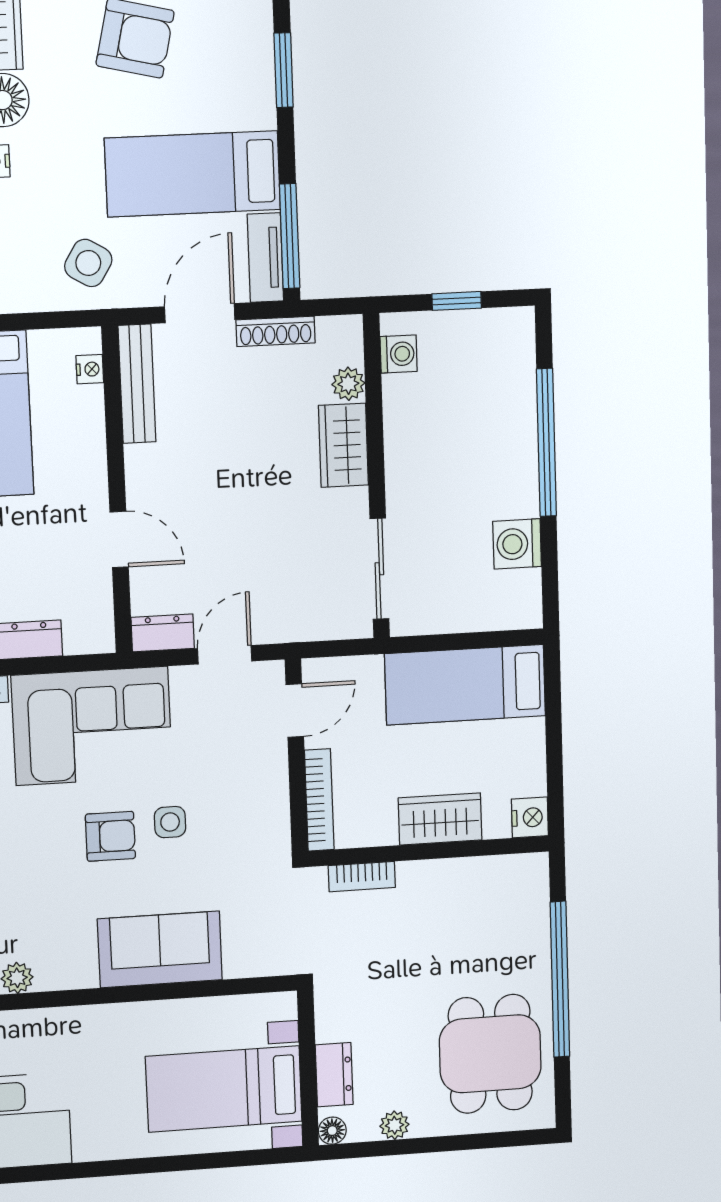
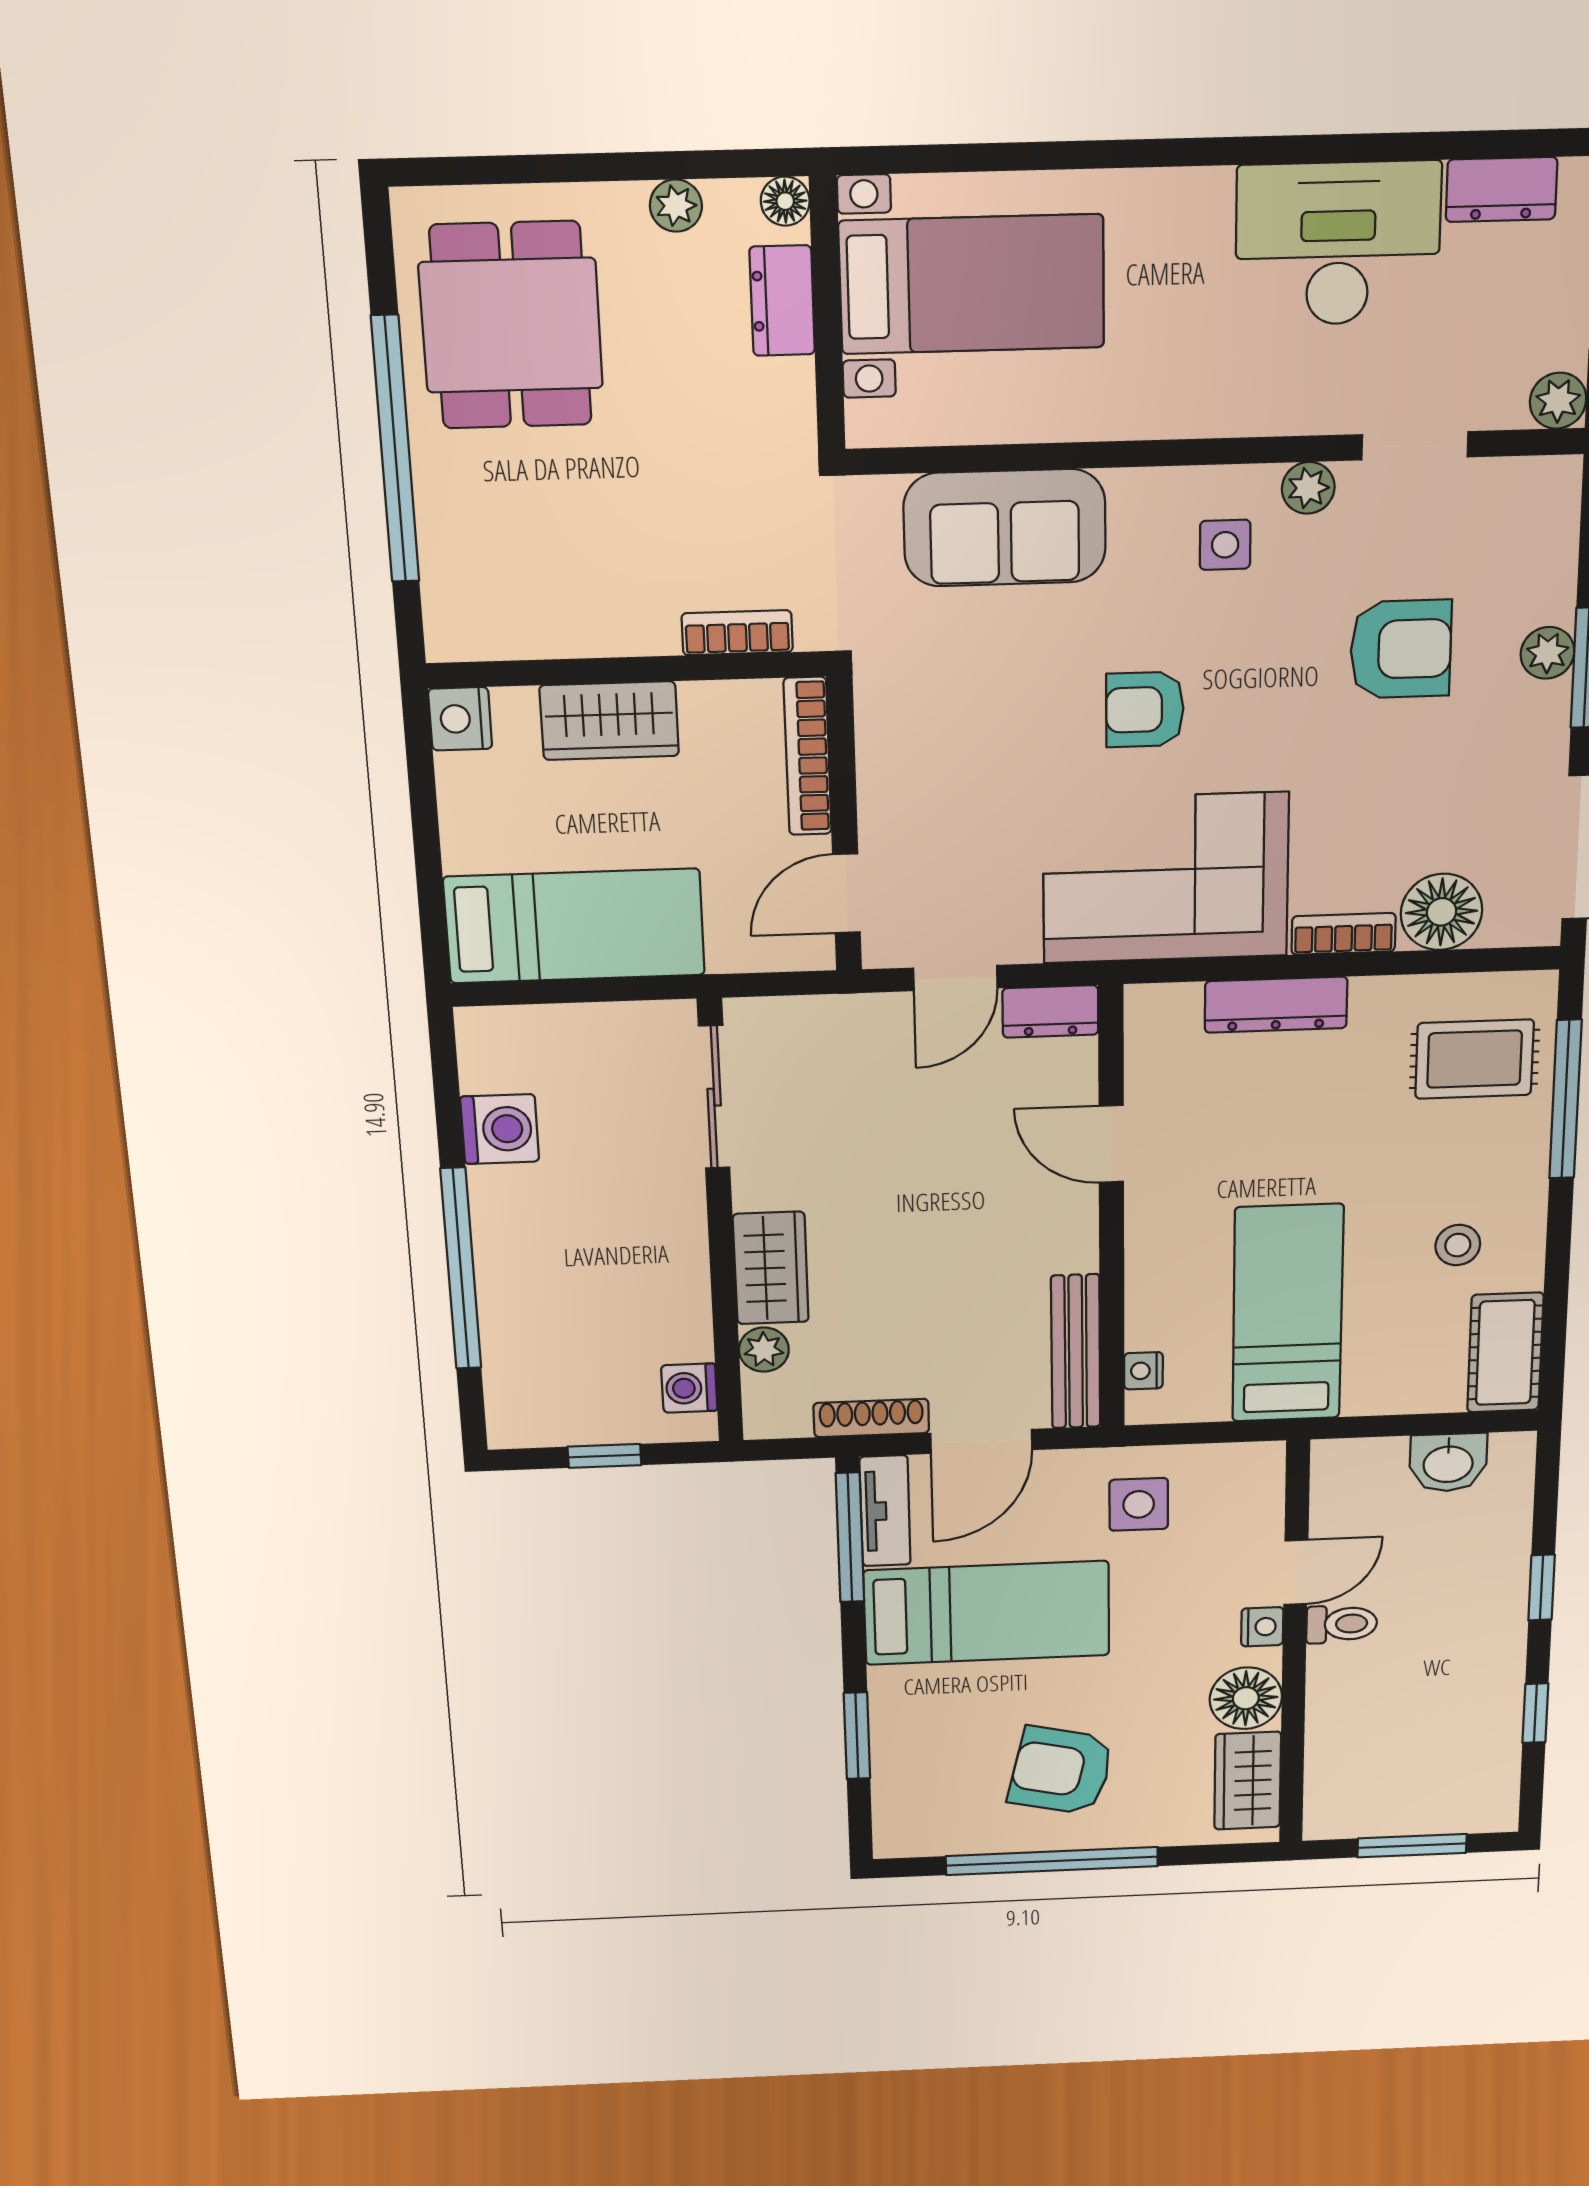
side table: (88, 263) -> (1139, 1504), turned -31
side table: (170, 822) -> (1225, 545), moved
sofa: (160, 949) -> (1005, 528), moved

